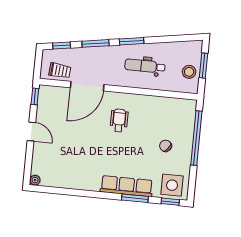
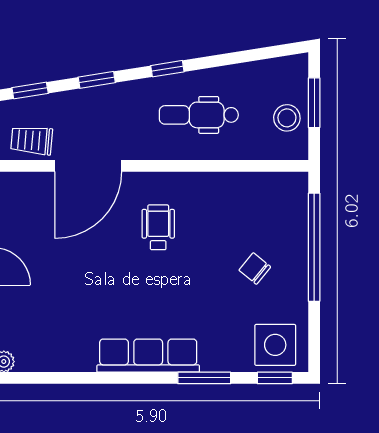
window: (132, 41) -> (167, 69), width x0.67
window: (95, 43) -> (97, 80), width x0.67
trolley: (60, 71) -> (32, 140), turned 180
row of seats: (127, 186) -> (148, 356), moved

